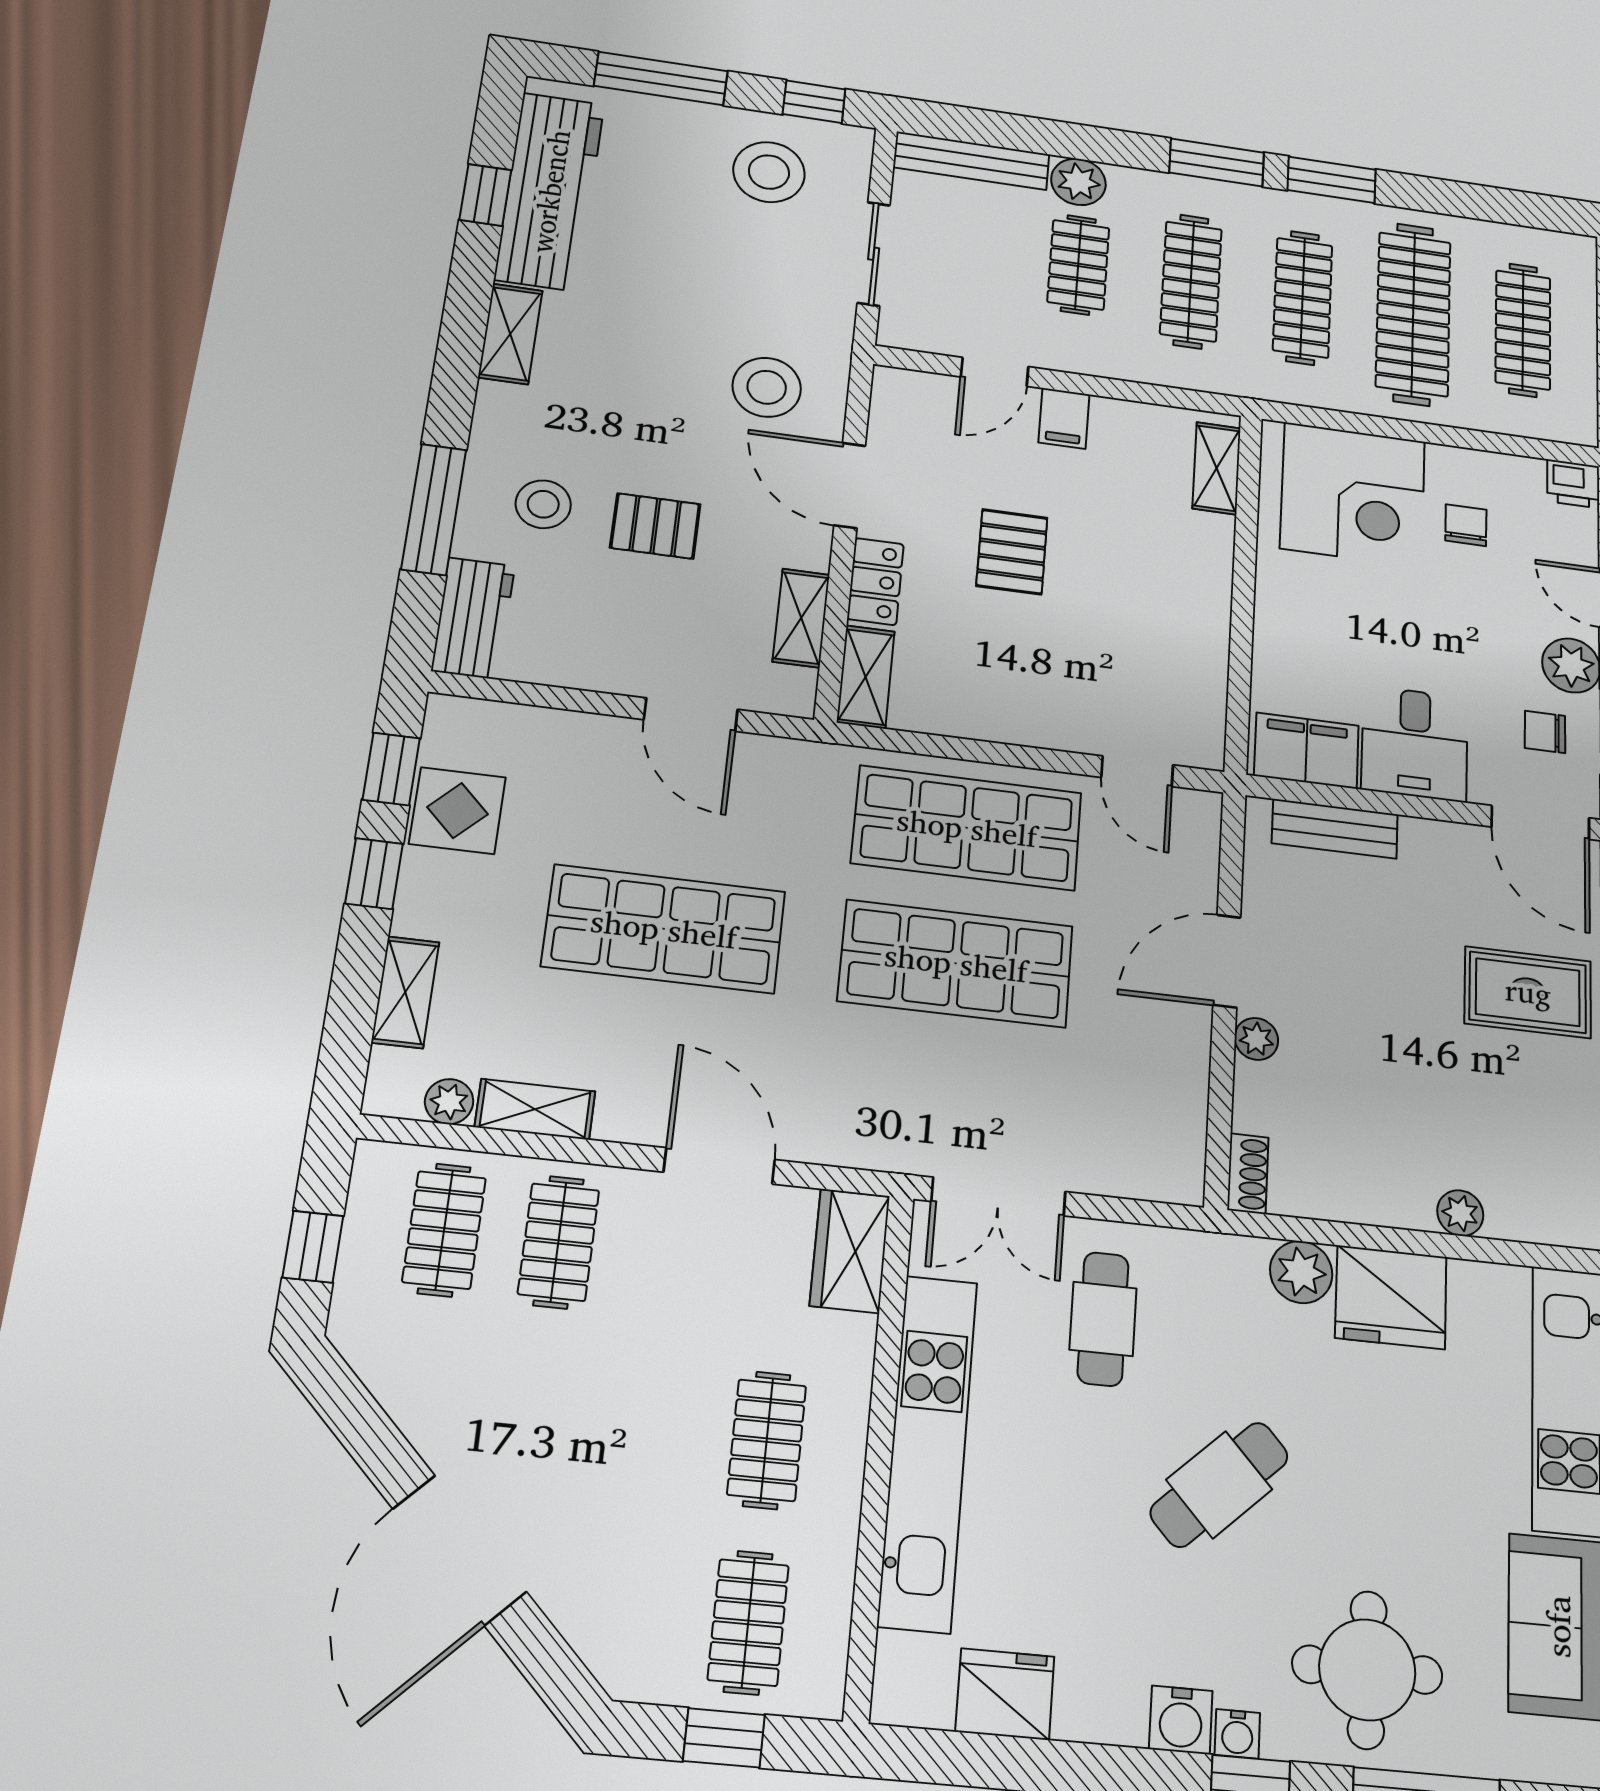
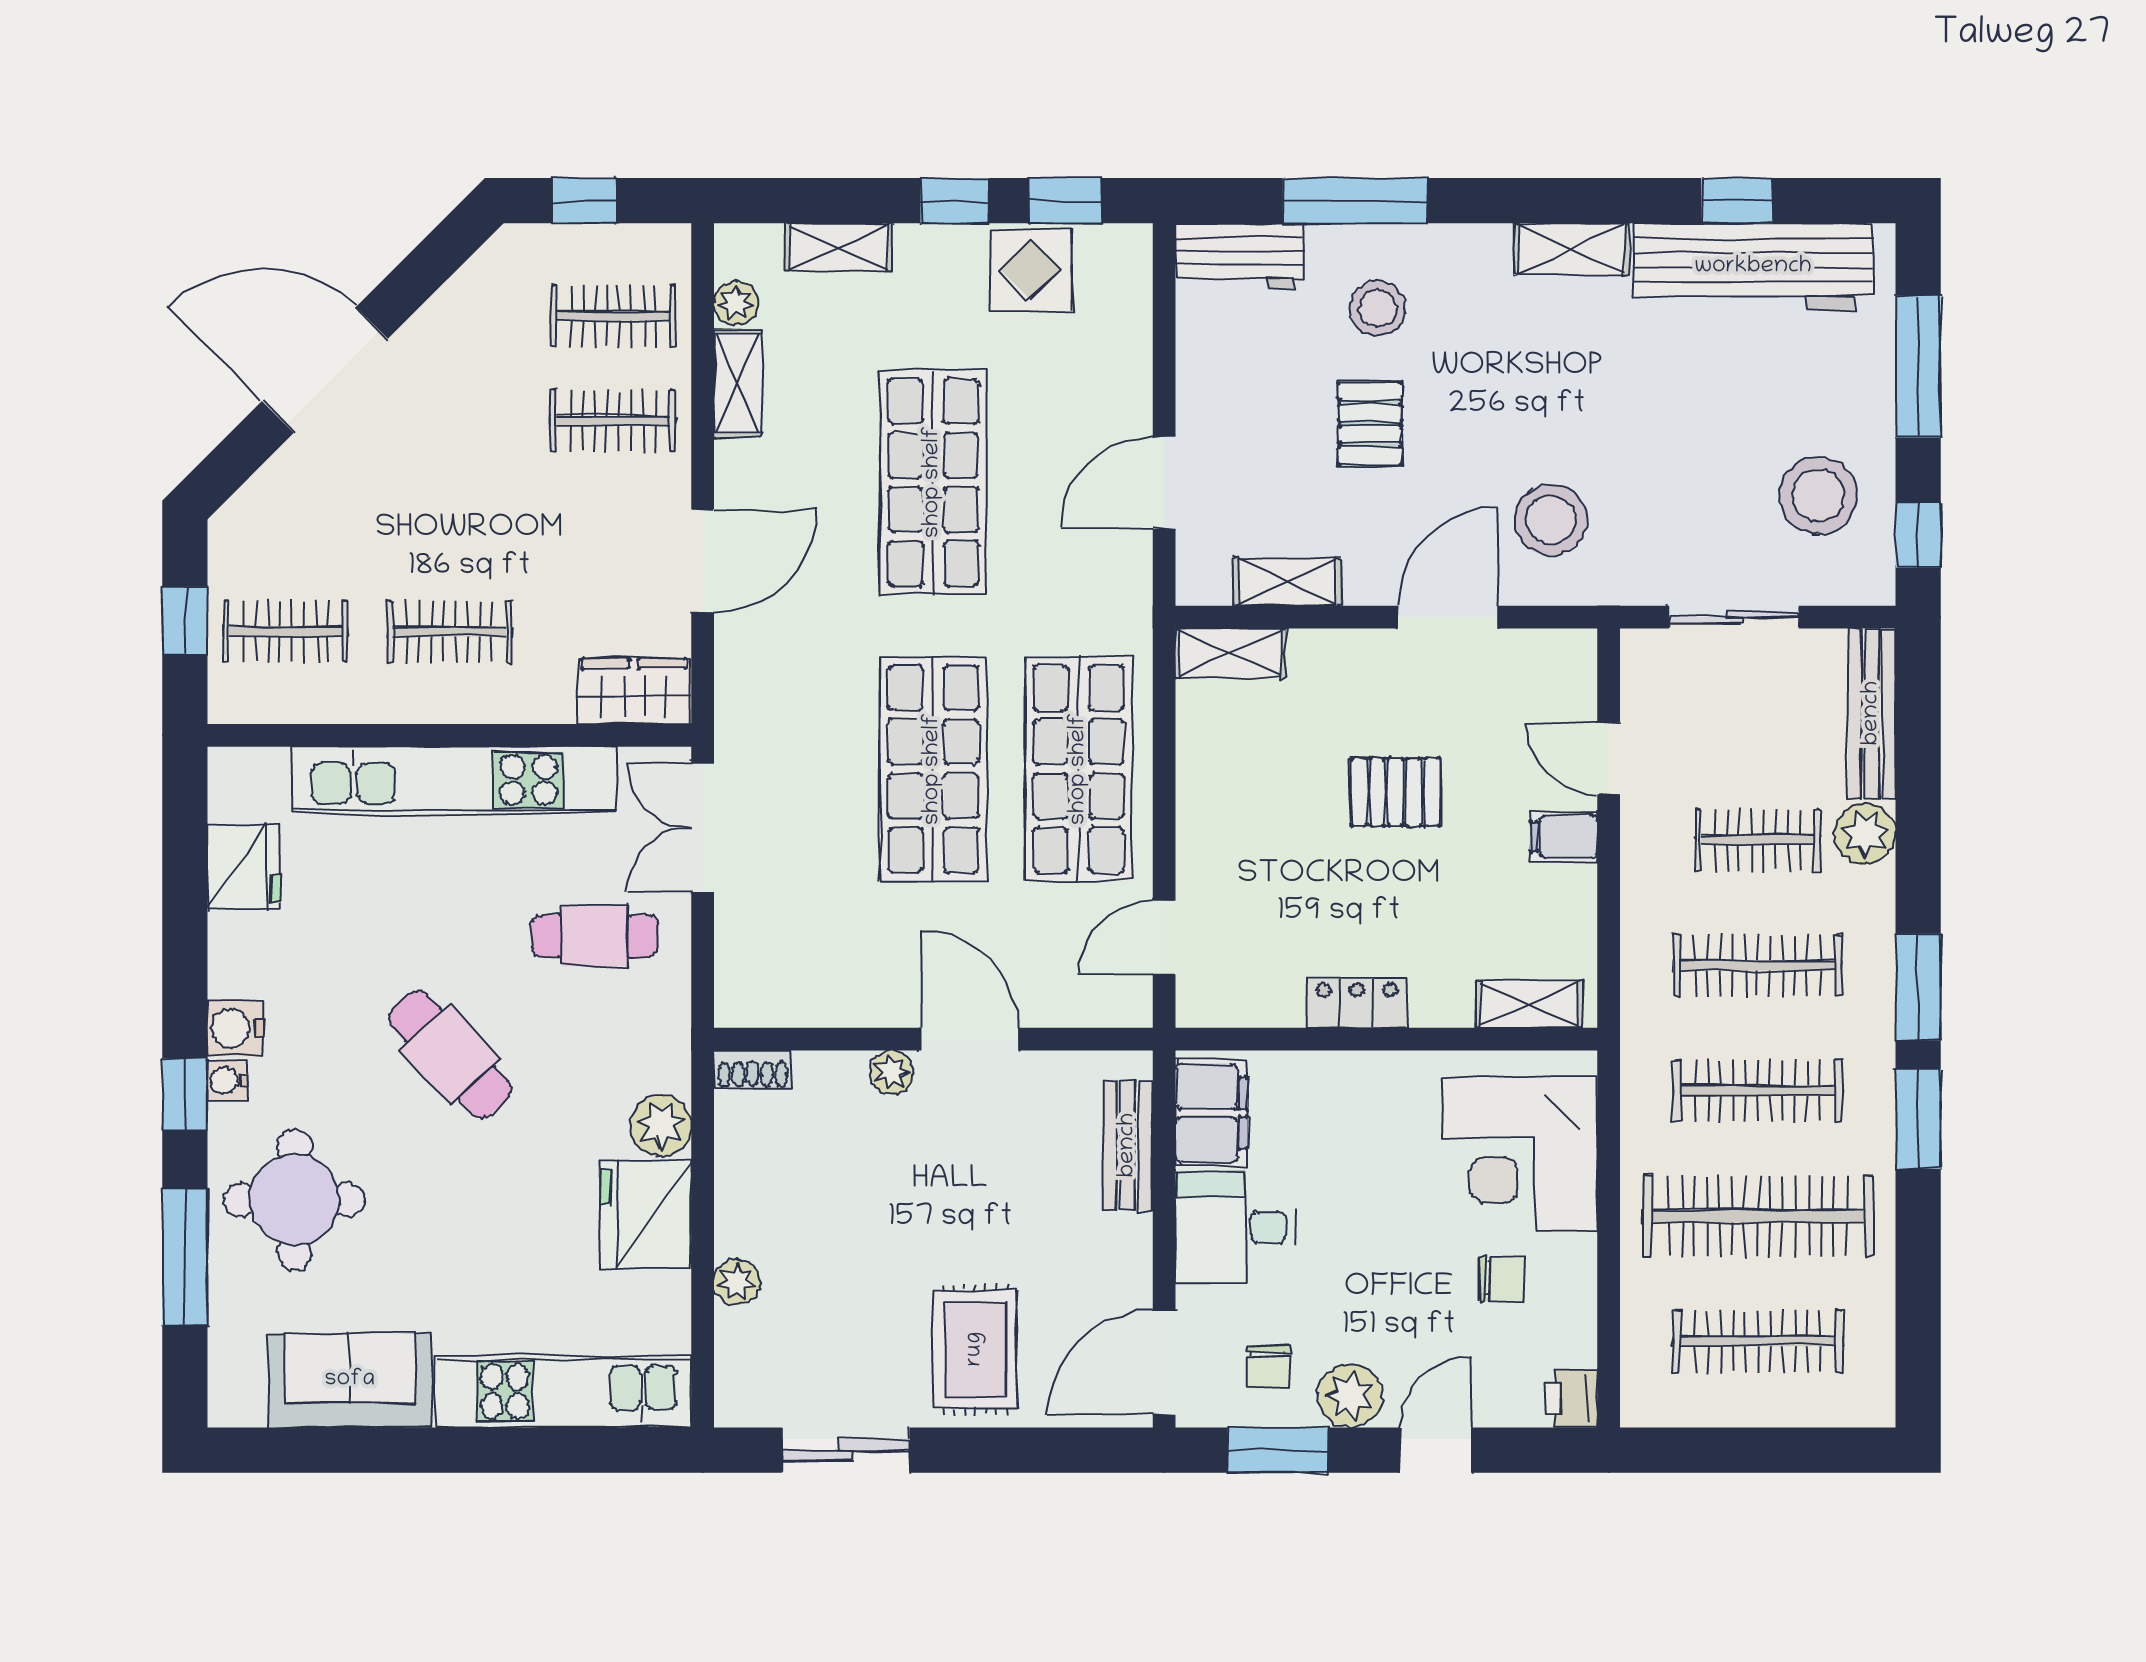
locker: (875, 581) -> (1357, 1003), moved, turned 180
chair: (1545, 732) -> (1268, 1367), turned 180

